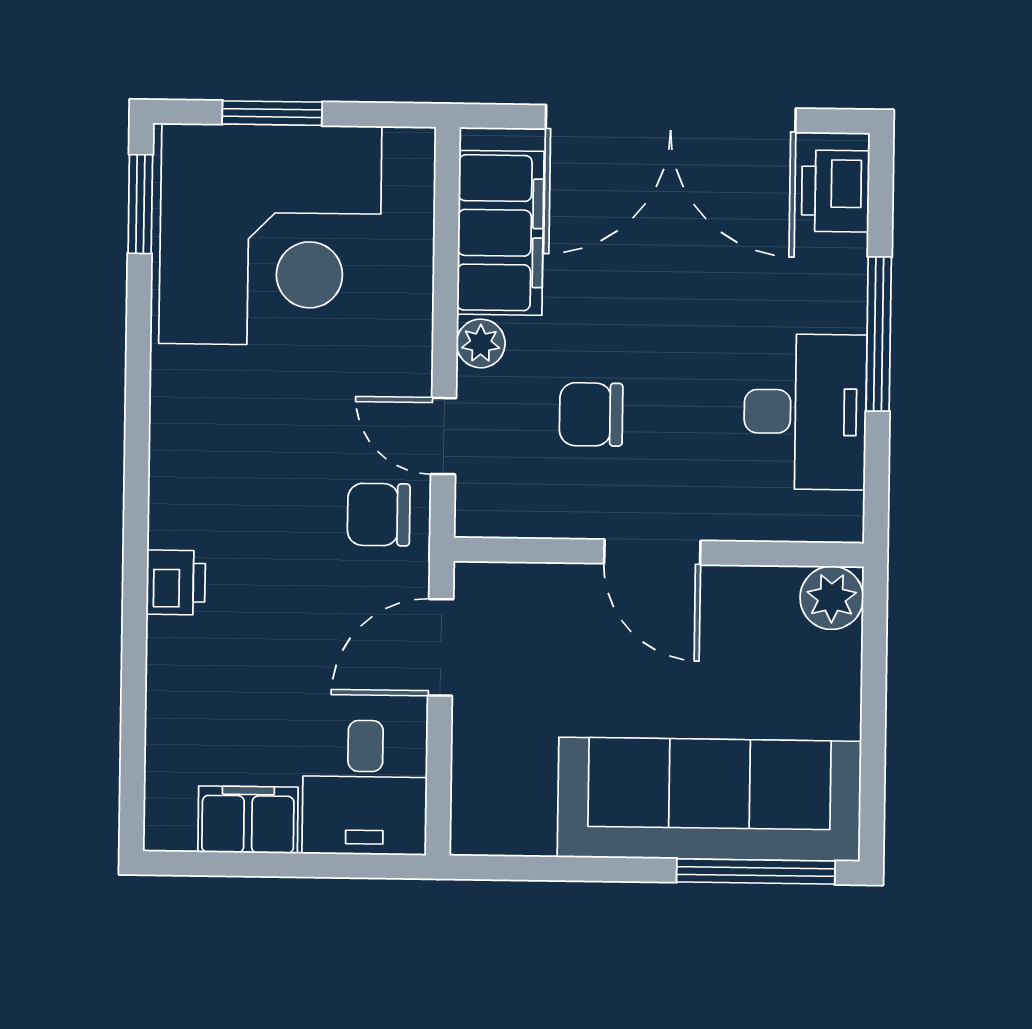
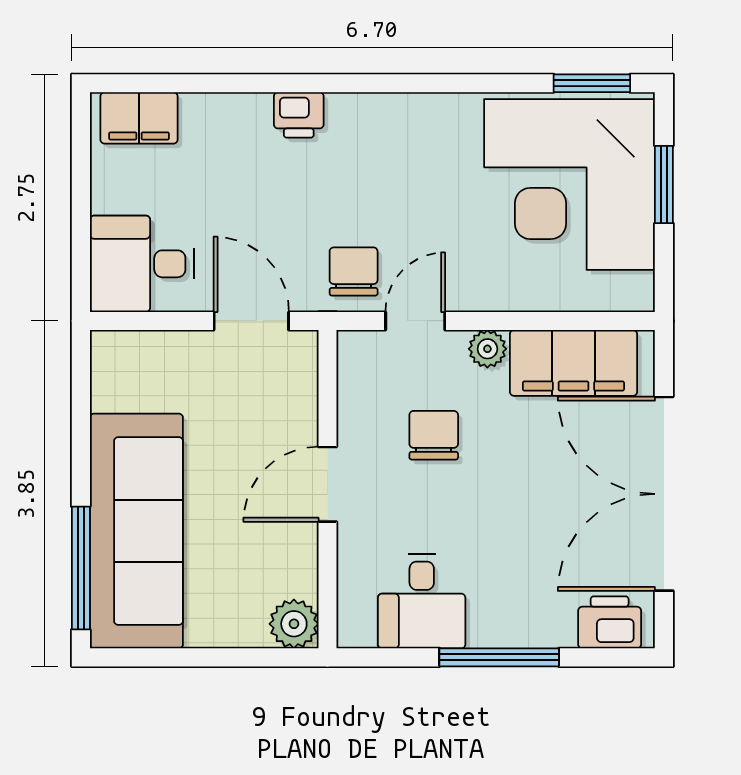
desk: (805, 412) -> (422, 601), width x0.73
filing cabinet: (248, 820) -> (139, 118), moved, turned 90

